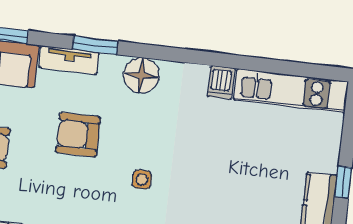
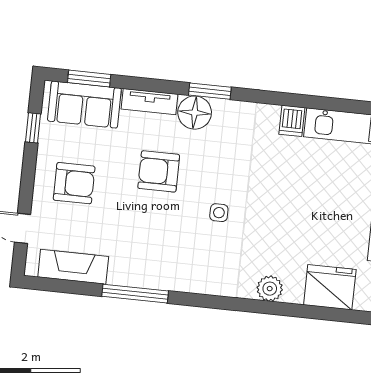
window: (95, 45) -> (210, 91), moved
floor lamp: (141, 75) -> (195, 113), moved

